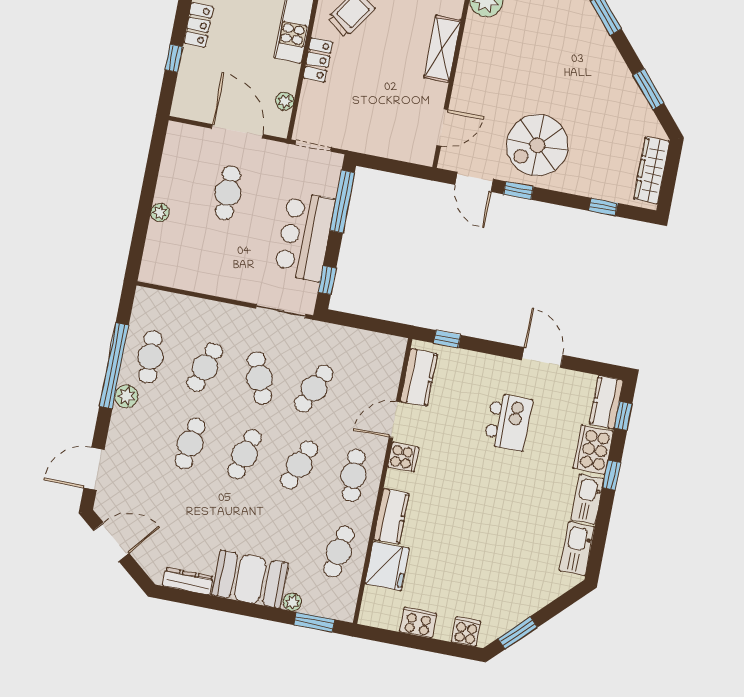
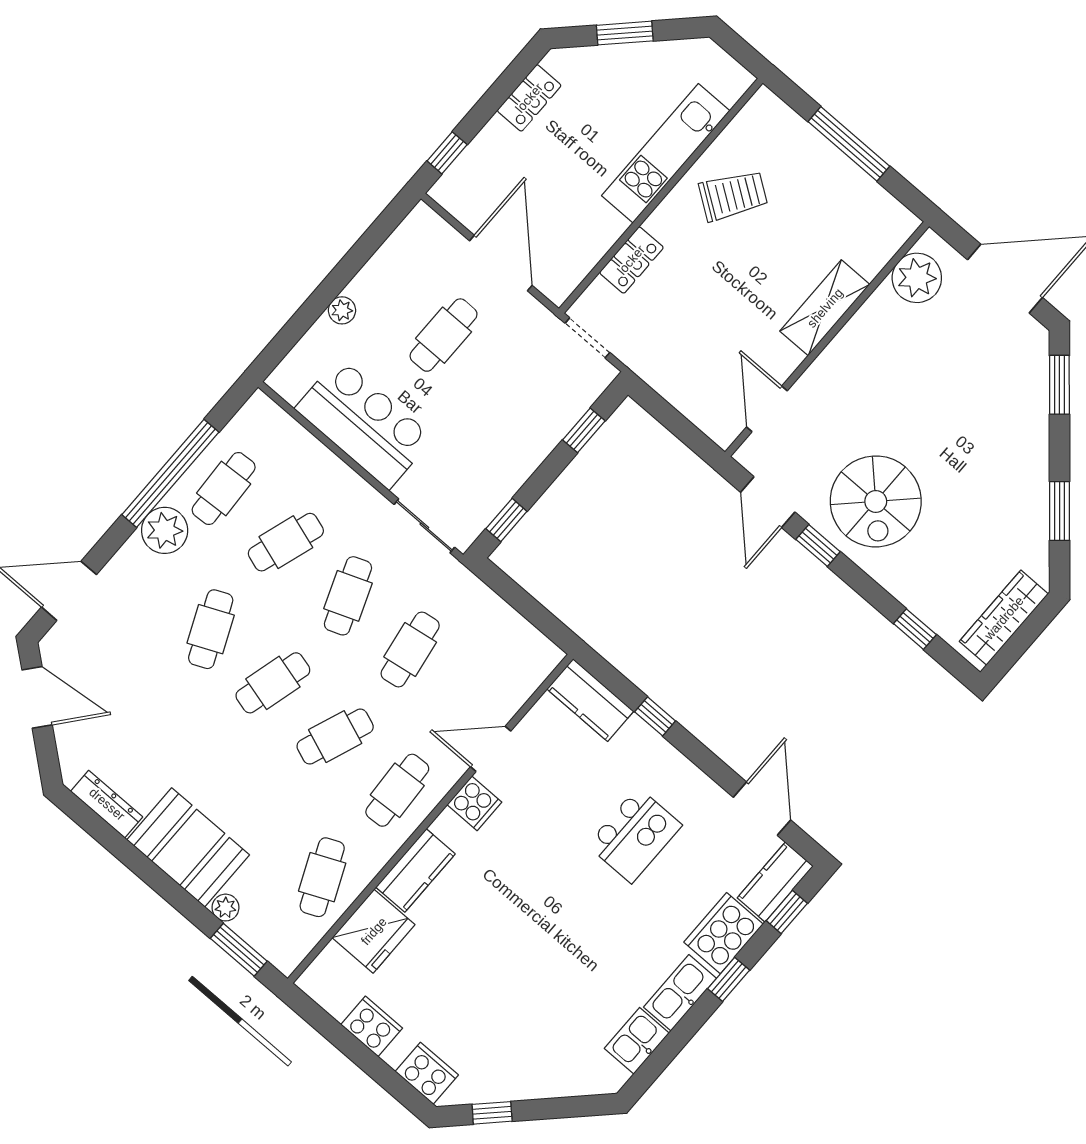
window: (174, 58) -> (447, 153), moved
locker: (318, 60) -> (631, 260), moved
plant: (285, 101) -> (584, 259), removed
door: (442, 127) -> (767, 409), swing flipped
spiral stairs: (537, 145) -> (876, 501), turned -90
window: (342, 202) -> (584, 430), width x0.46
bar counter: (305, 236) -> (364, 423), moved, turned 90
window: (447, 339) -> (655, 716), moved
door: (542, 358) -> (762, 809), moved
kitchen counter: (419, 378) -> (590, 700), moved, turned 90
cafe table: (314, 389) -> (410, 650), turned -33
plant: (127, 396) -> (165, 530), width x1.36, depth x1.36
cafe table: (190, 444) -> (211, 629), turned -33
kitchen sink: (577, 549) -> (637, 1041), width x0.73
cafe table: (339, 552) -> (322, 877), turned -33
cooker: (466, 632) -> (427, 1073), width x1.36
window: (518, 633) -> (492, 1113), width x0.67

